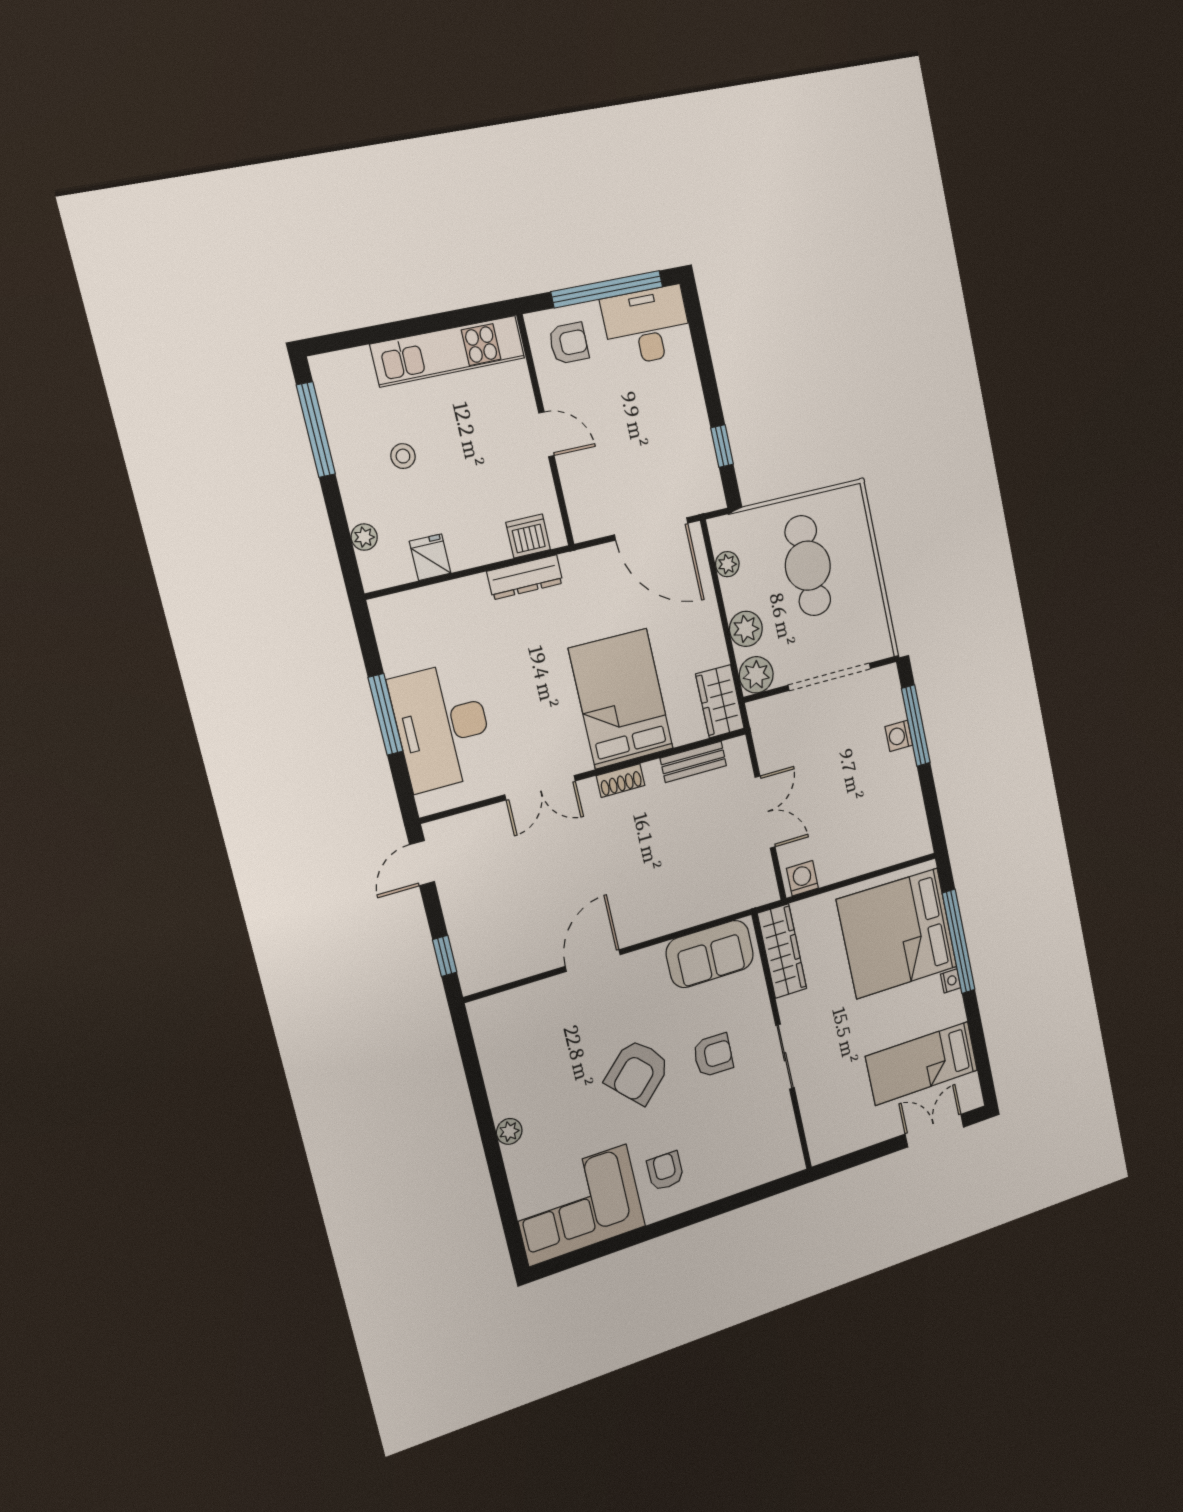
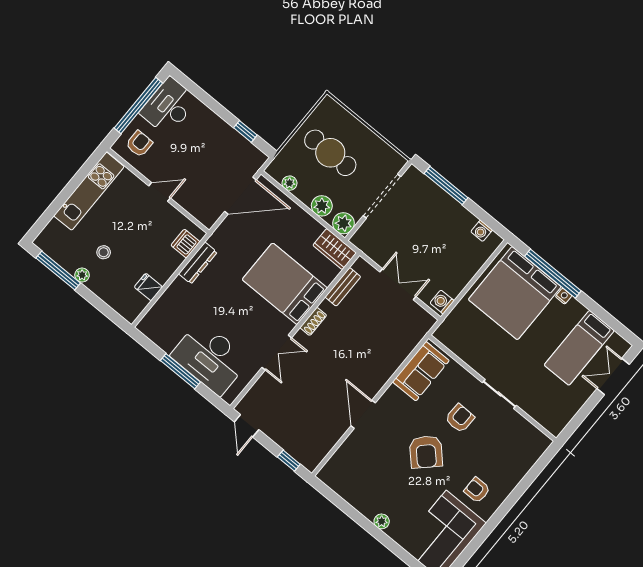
plant: (364, 537) -> (82, 275), moved
washing machine: (899, 736) -> (482, 231), moved
wardrobe: (782, 951) -> (458, 344), removed

